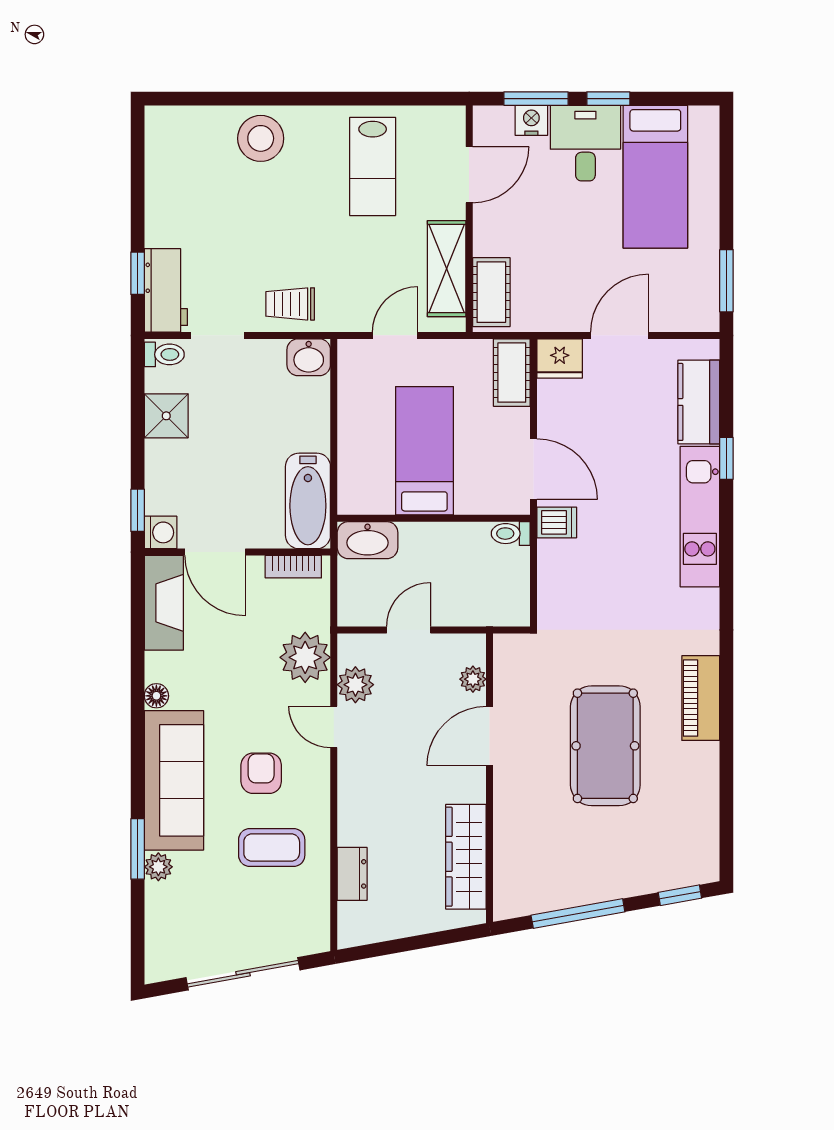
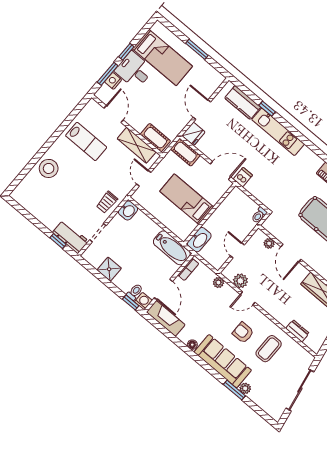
window: (726, 281) -> (197, 49), moved
toilet: (164, 354) -> (135, 292), moved
toilet: (511, 534) -> (259, 215), moved
door: (215, 552) -> (163, 289), hinge flipped
plant: (305, 657) -> (218, 282), width x0.53, depth x0.53

